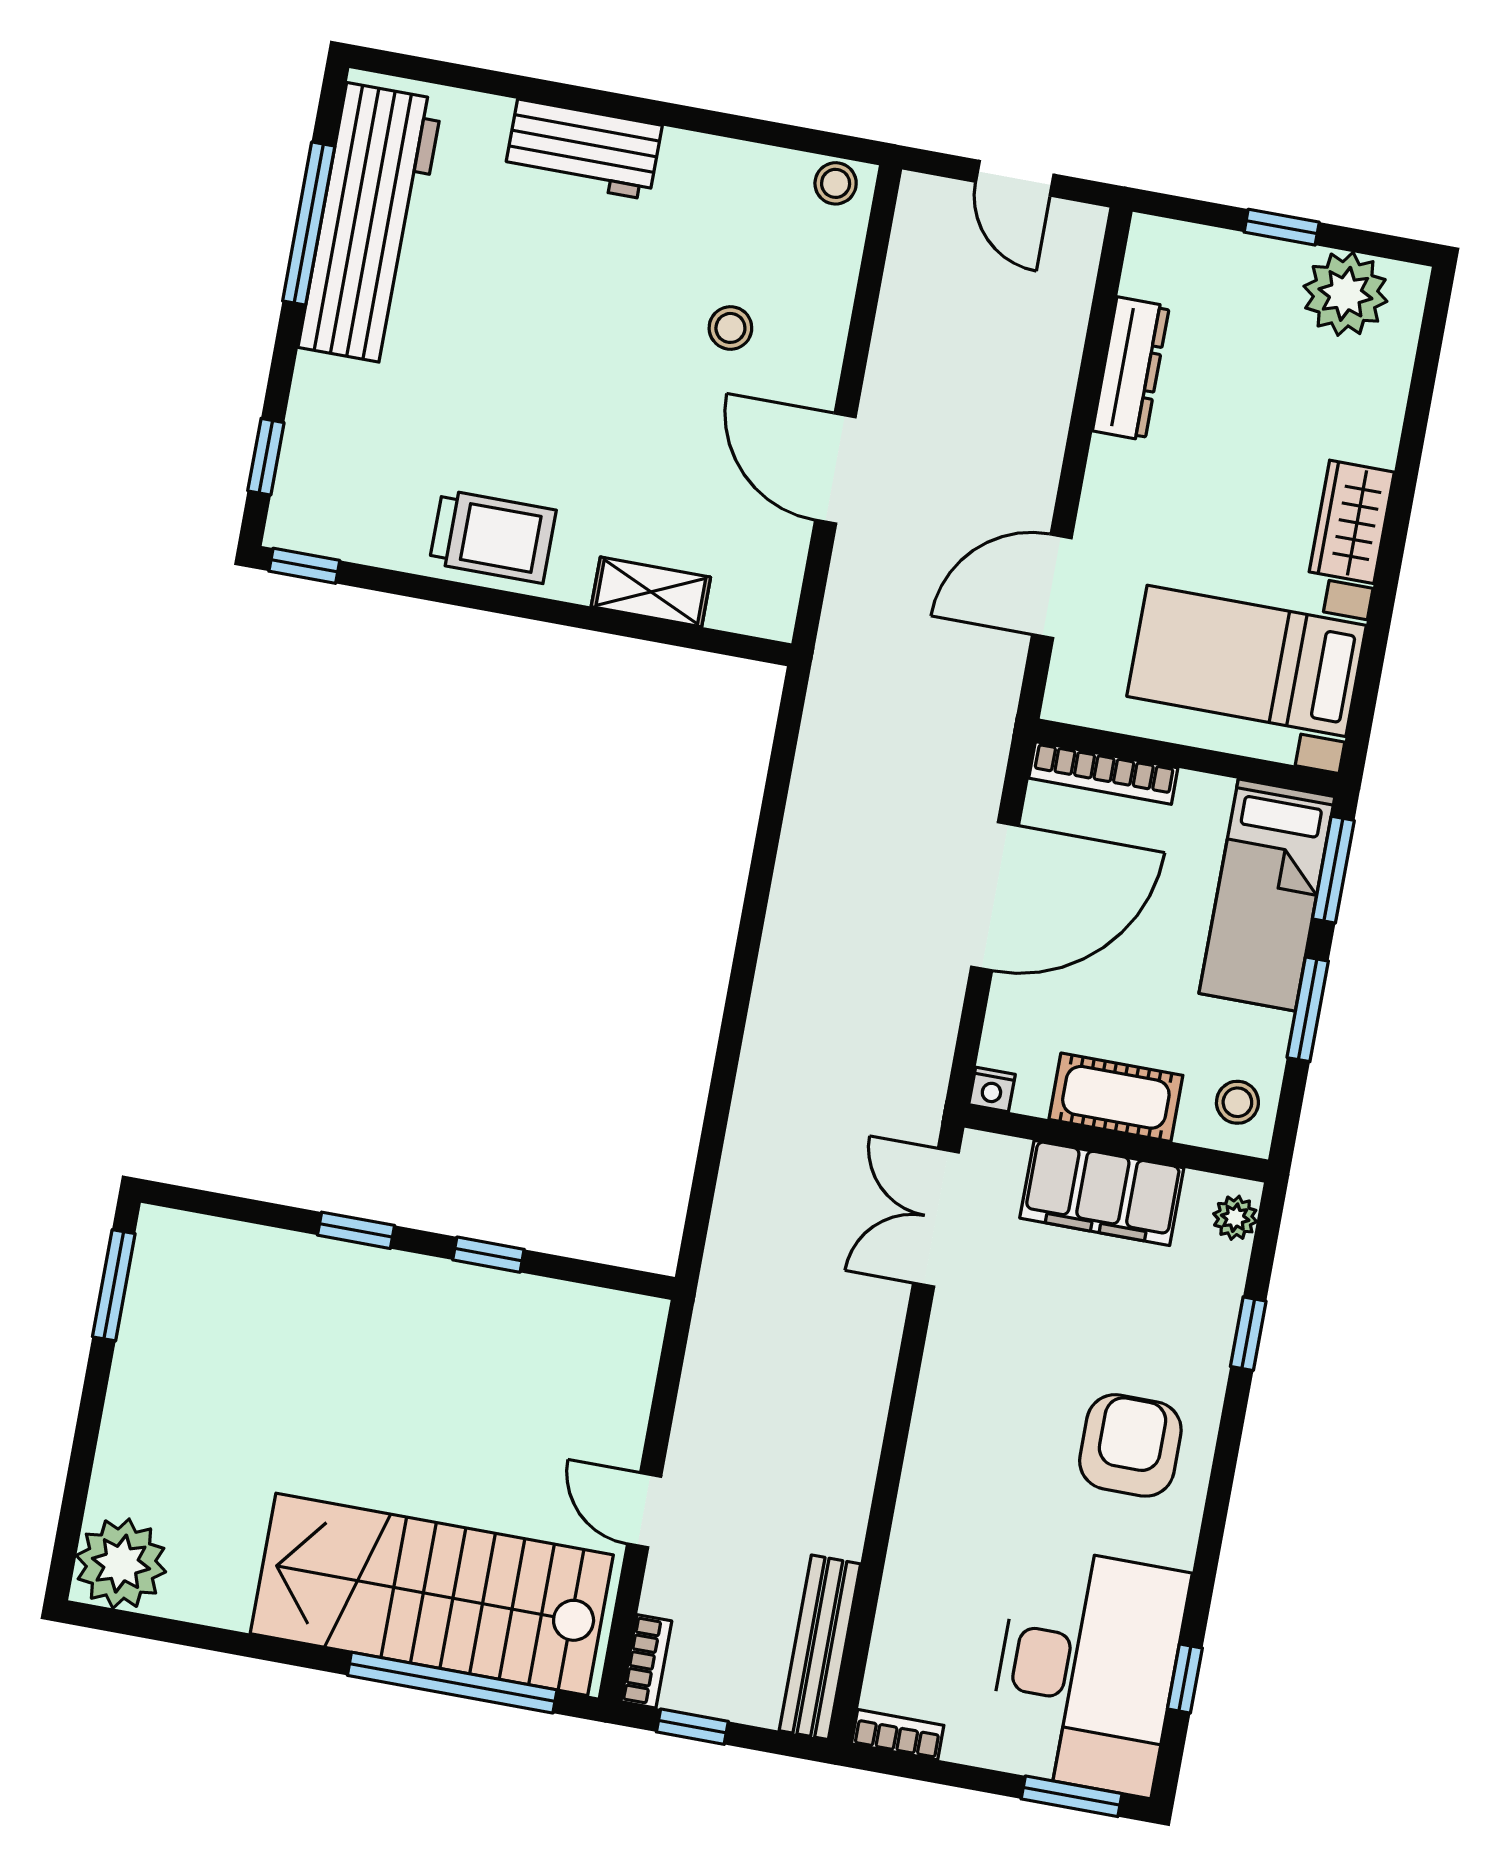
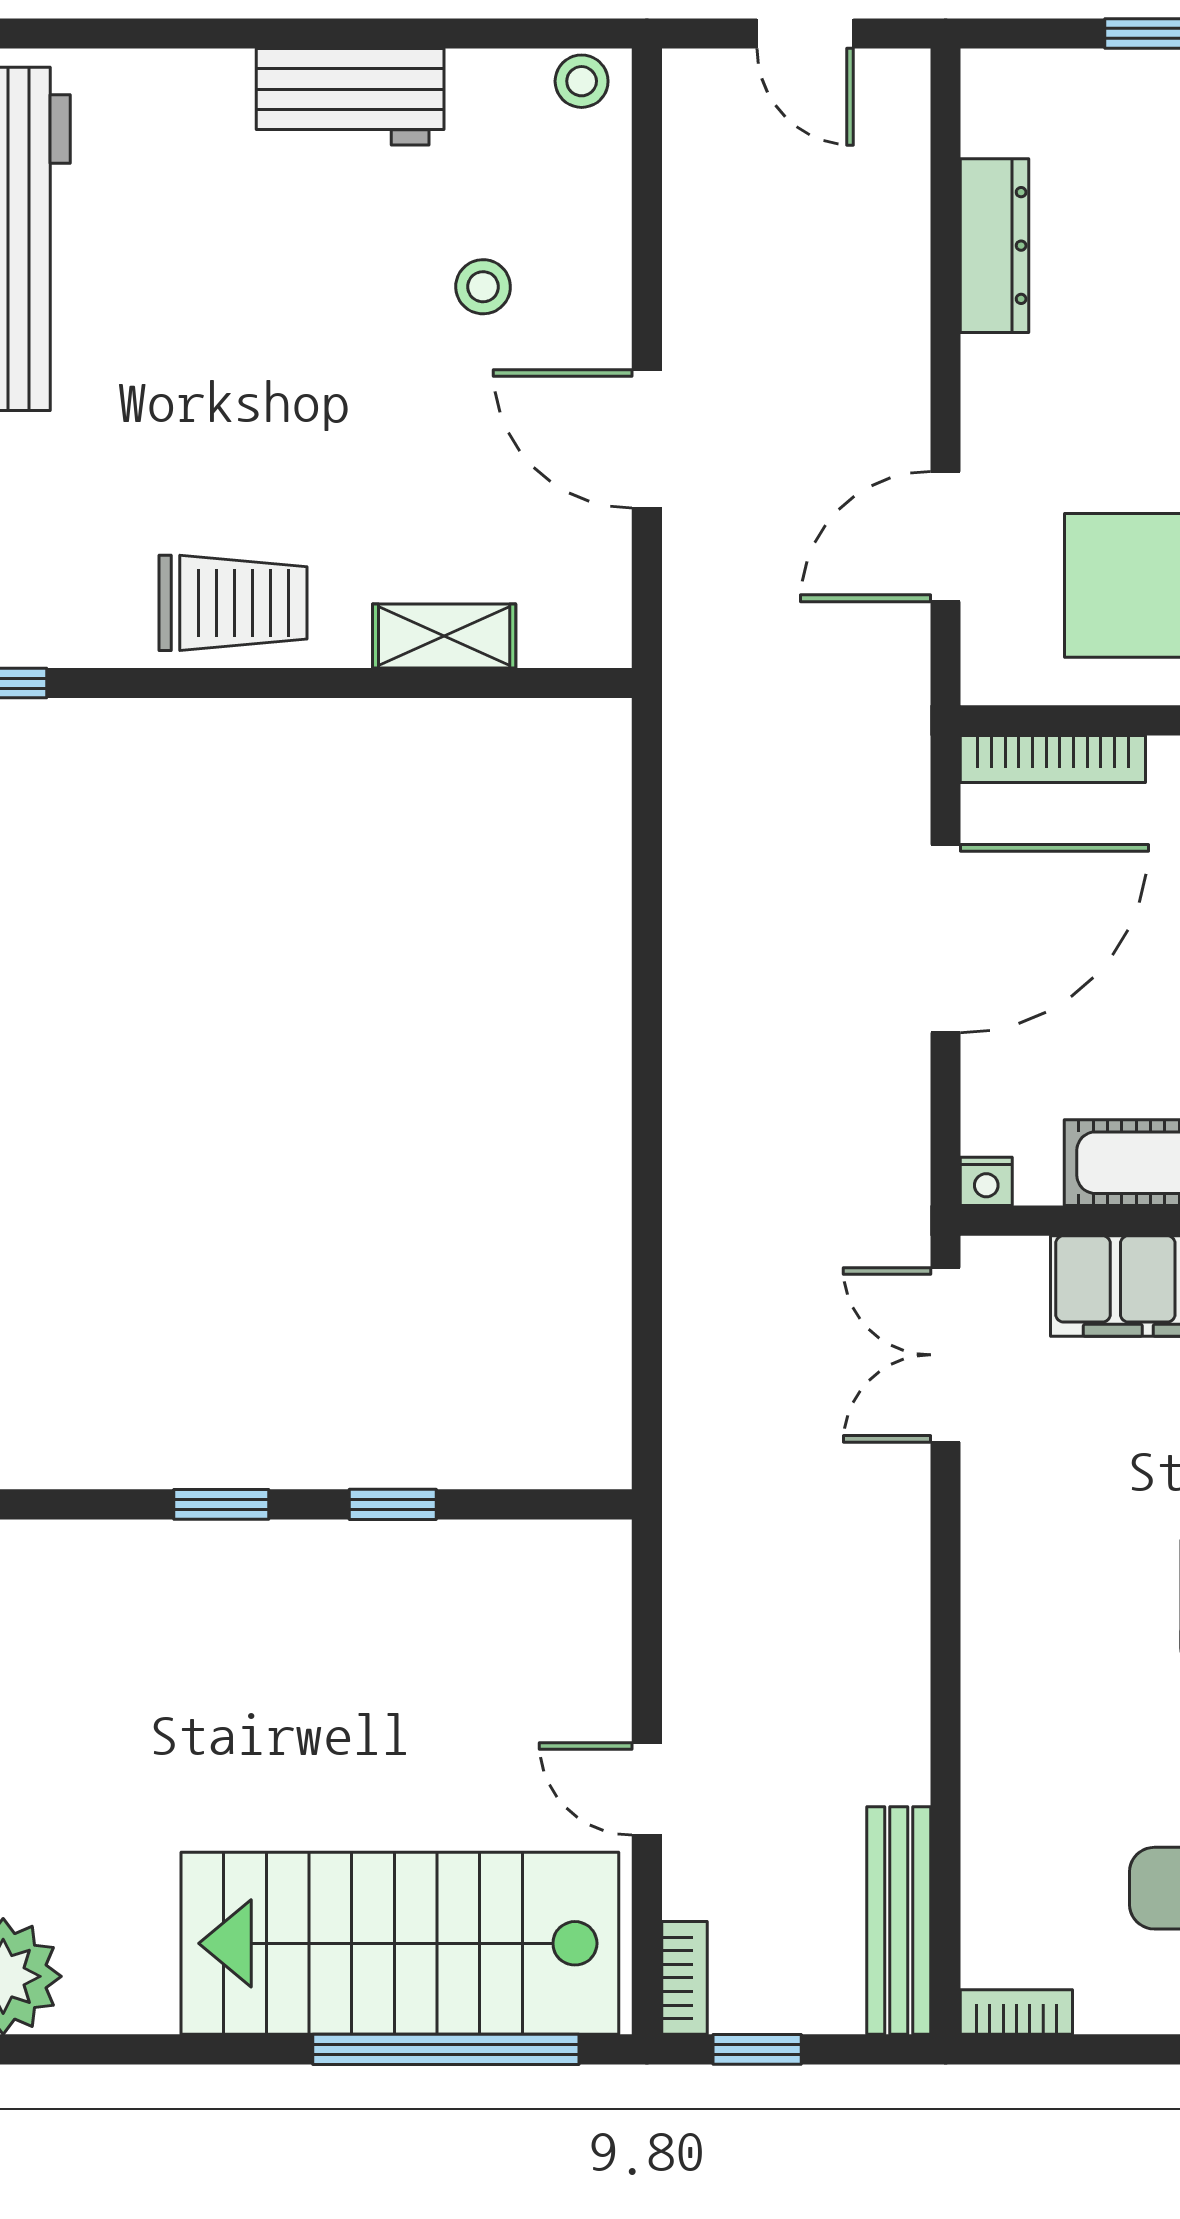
workbench: (583, 149) -> (350, 97), moved

